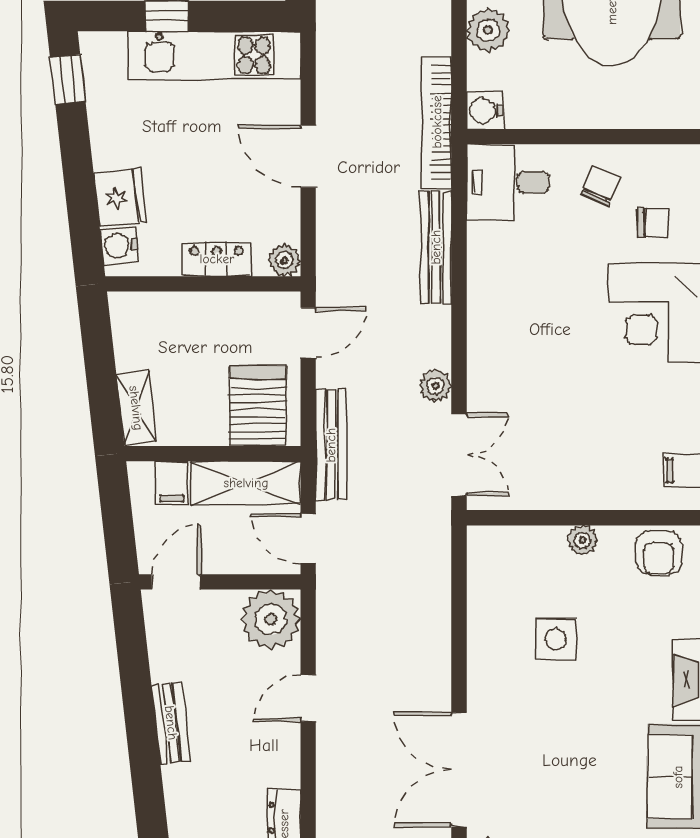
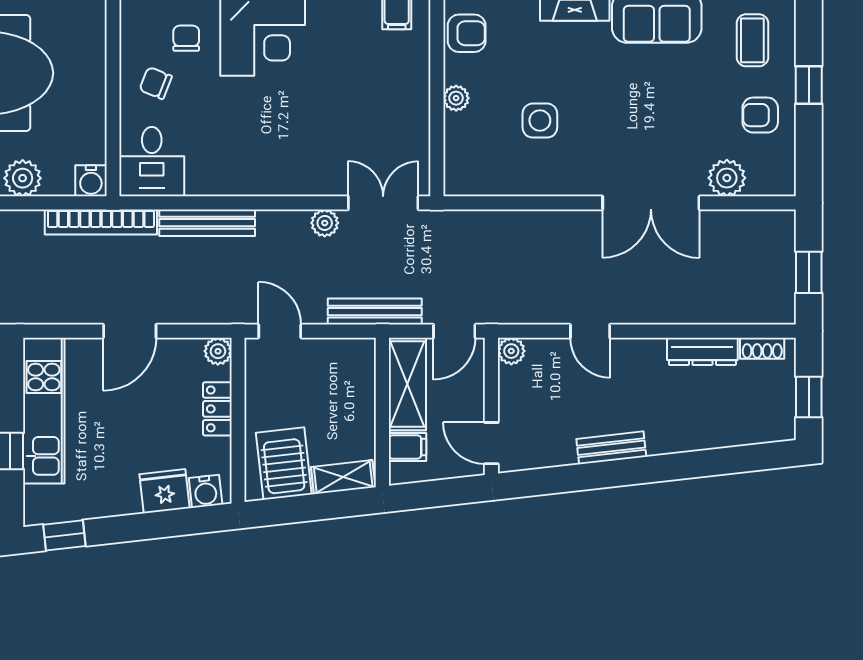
server rack: (258, 406) -> (284, 464), moved, turned 84
plant: (271, 619) -> (511, 351), width x0.53, depth x0.53

